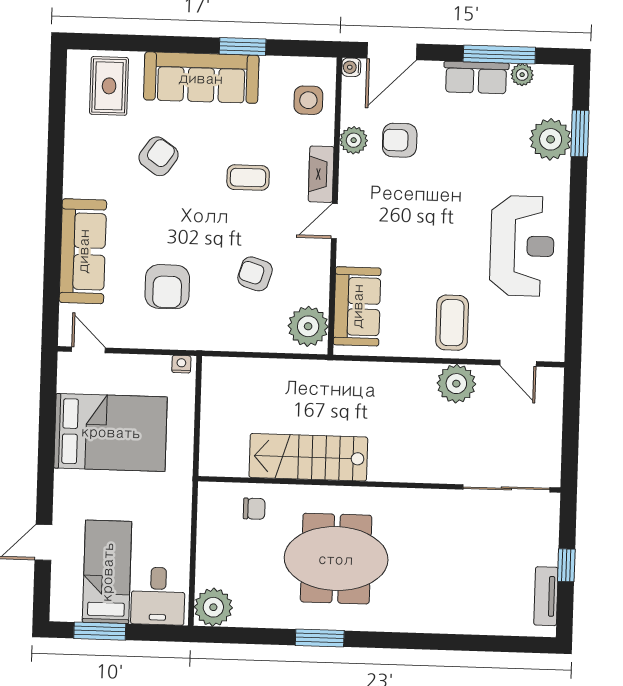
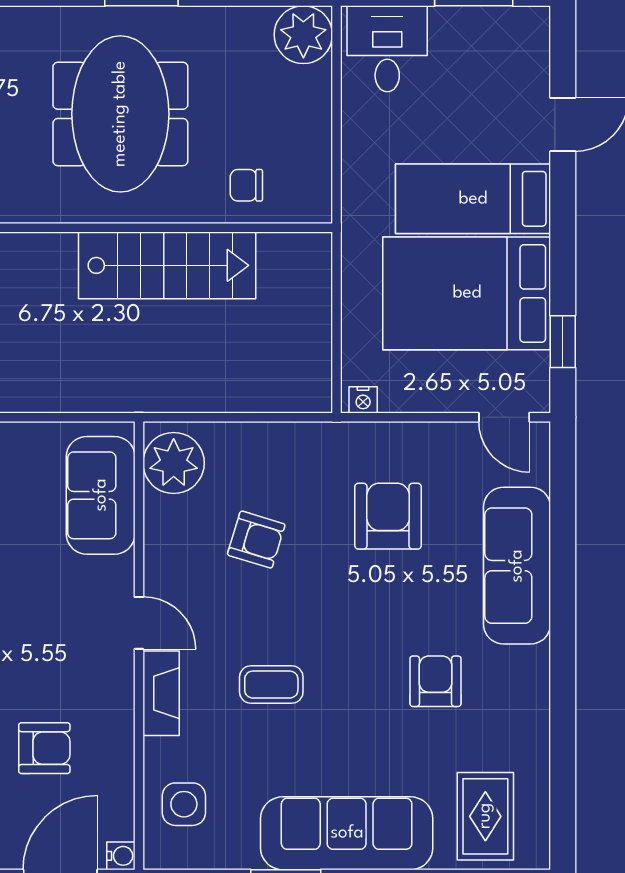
plant: (354, 140) -> (114, 746), removed
armchair: (159, 156) -> (435, 681), moved, turned 145
door: (334, 221) -> (139, 623), hinge flipped
window: (48, 399) -> (563, 342), added
meeting table: (336, 559) -> (120, 114), turned 90
bed: (107, 572) -> (473, 199), moved, turned 90

